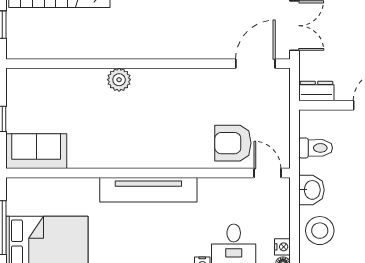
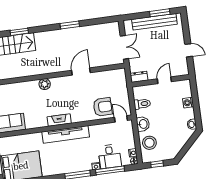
door: (255, 64) -> (81, 71), moved
armchair: (233, 143) -> (103, 107), turned 180
fireplace: (139, 158) -> (59, 120), added

